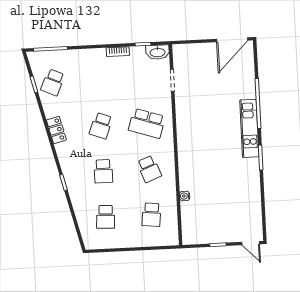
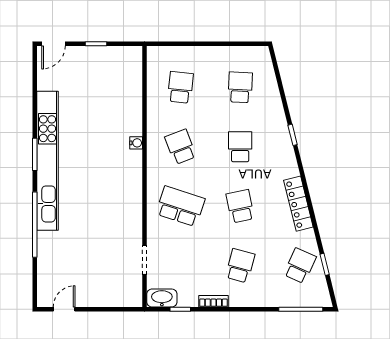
door: (232, 40) -> (64, 309), width x0.53
school desk: (99, 80) -> (240, 266), added
school desk: (101, 126) -> (240, 206), turned -33
kitchen unit: (249, 128) -> (47, 161), width x1.86
locker: (56, 130) -> (298, 204), width x1.53
water cooler: (185, 196) -> (136, 143), moved
door: (251, 243) -> (53, 44), swing flipped

